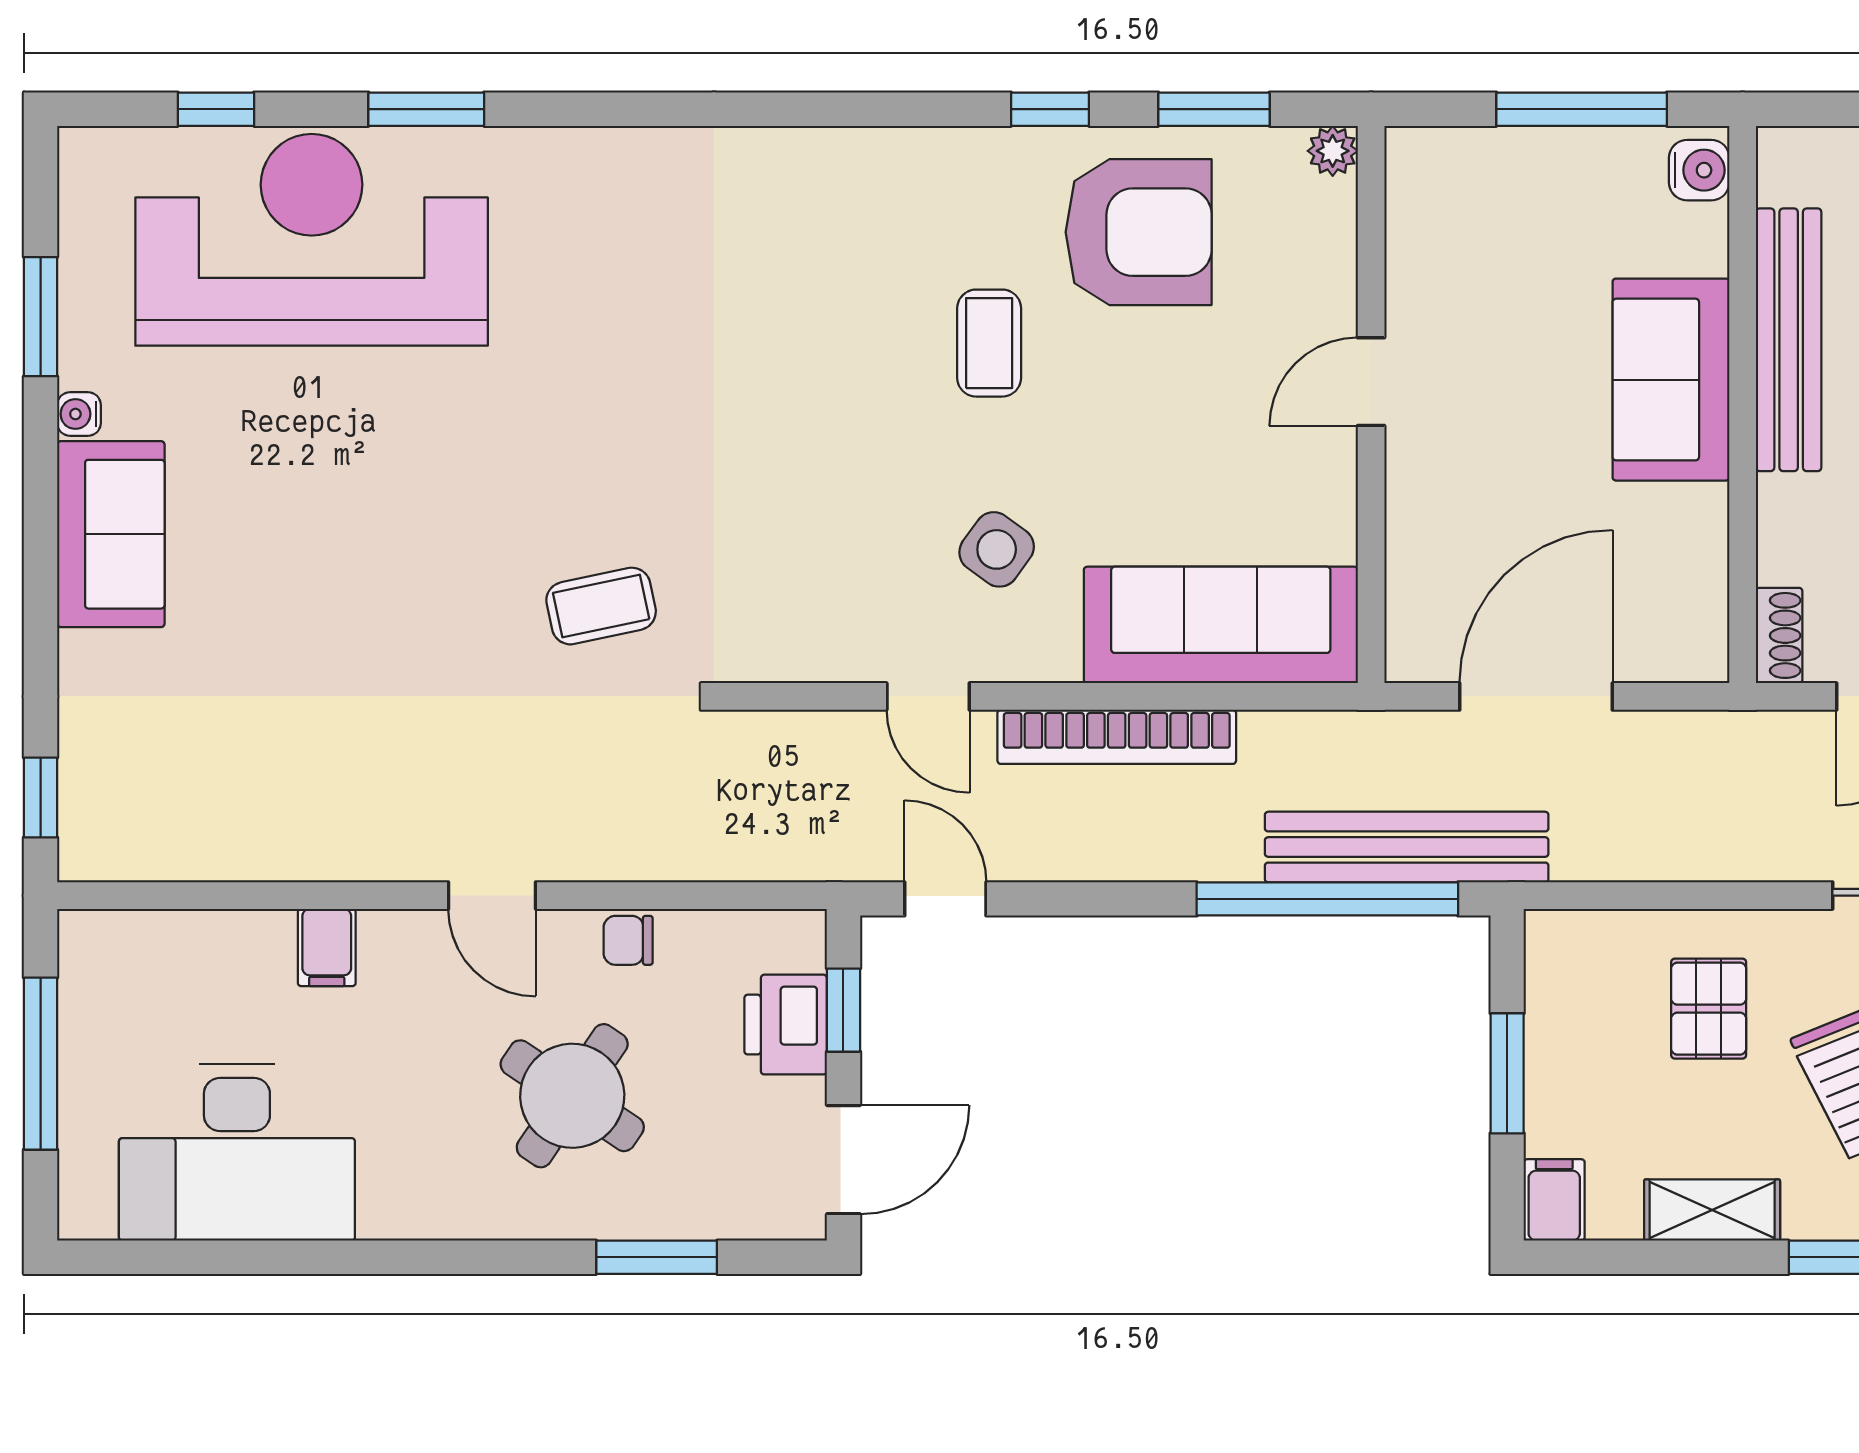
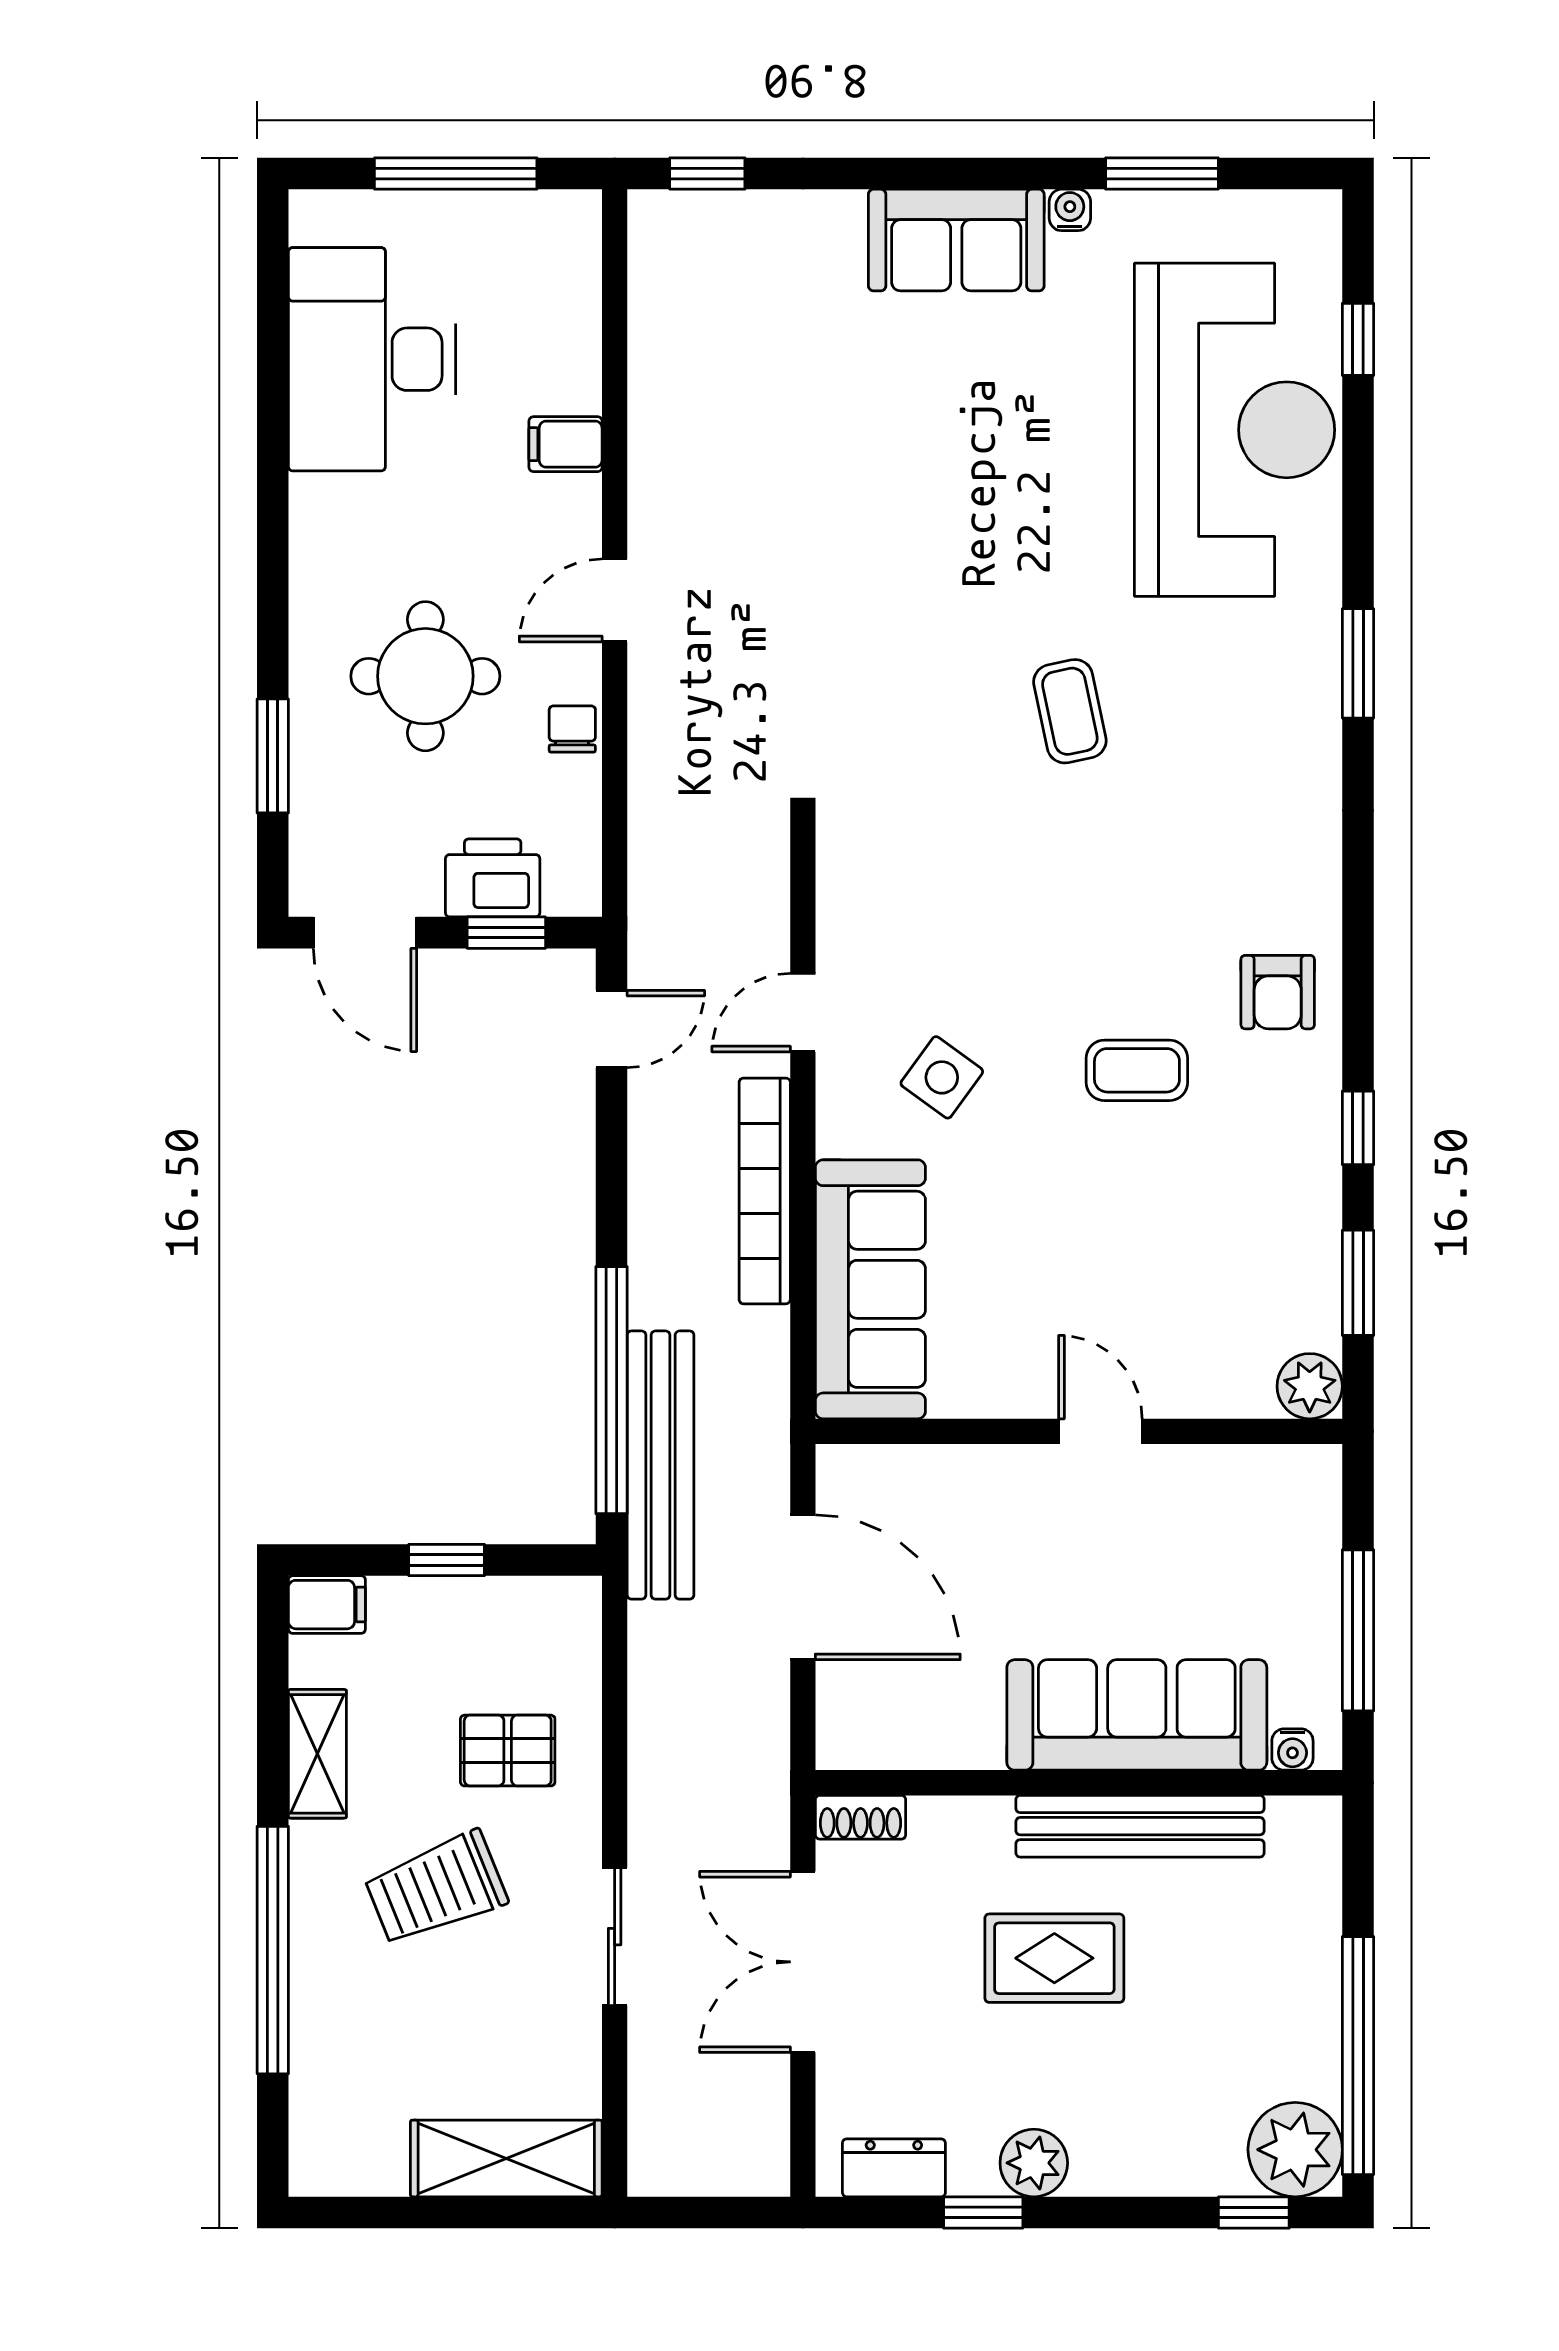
window: (426, 109) -> (1358, 663), moved
plant: (1333, 151) -> (1310, 1386), width x1.38, depth x1.38
water cooler: (1699, 170) -> (1292, 1749), width x0.72, depth x0.72
armchair: (1139, 232) -> (1278, 992), moved, width x0.53, depth x0.53
sofa: (1671, 380) -> (1137, 1715), width x1.36
coffee table: (601, 606) -> (1070, 711), moved
window: (1507, 1073) -> (447, 1560), width x0.67
round table: (572, 1096) -> (425, 676), turned -34

